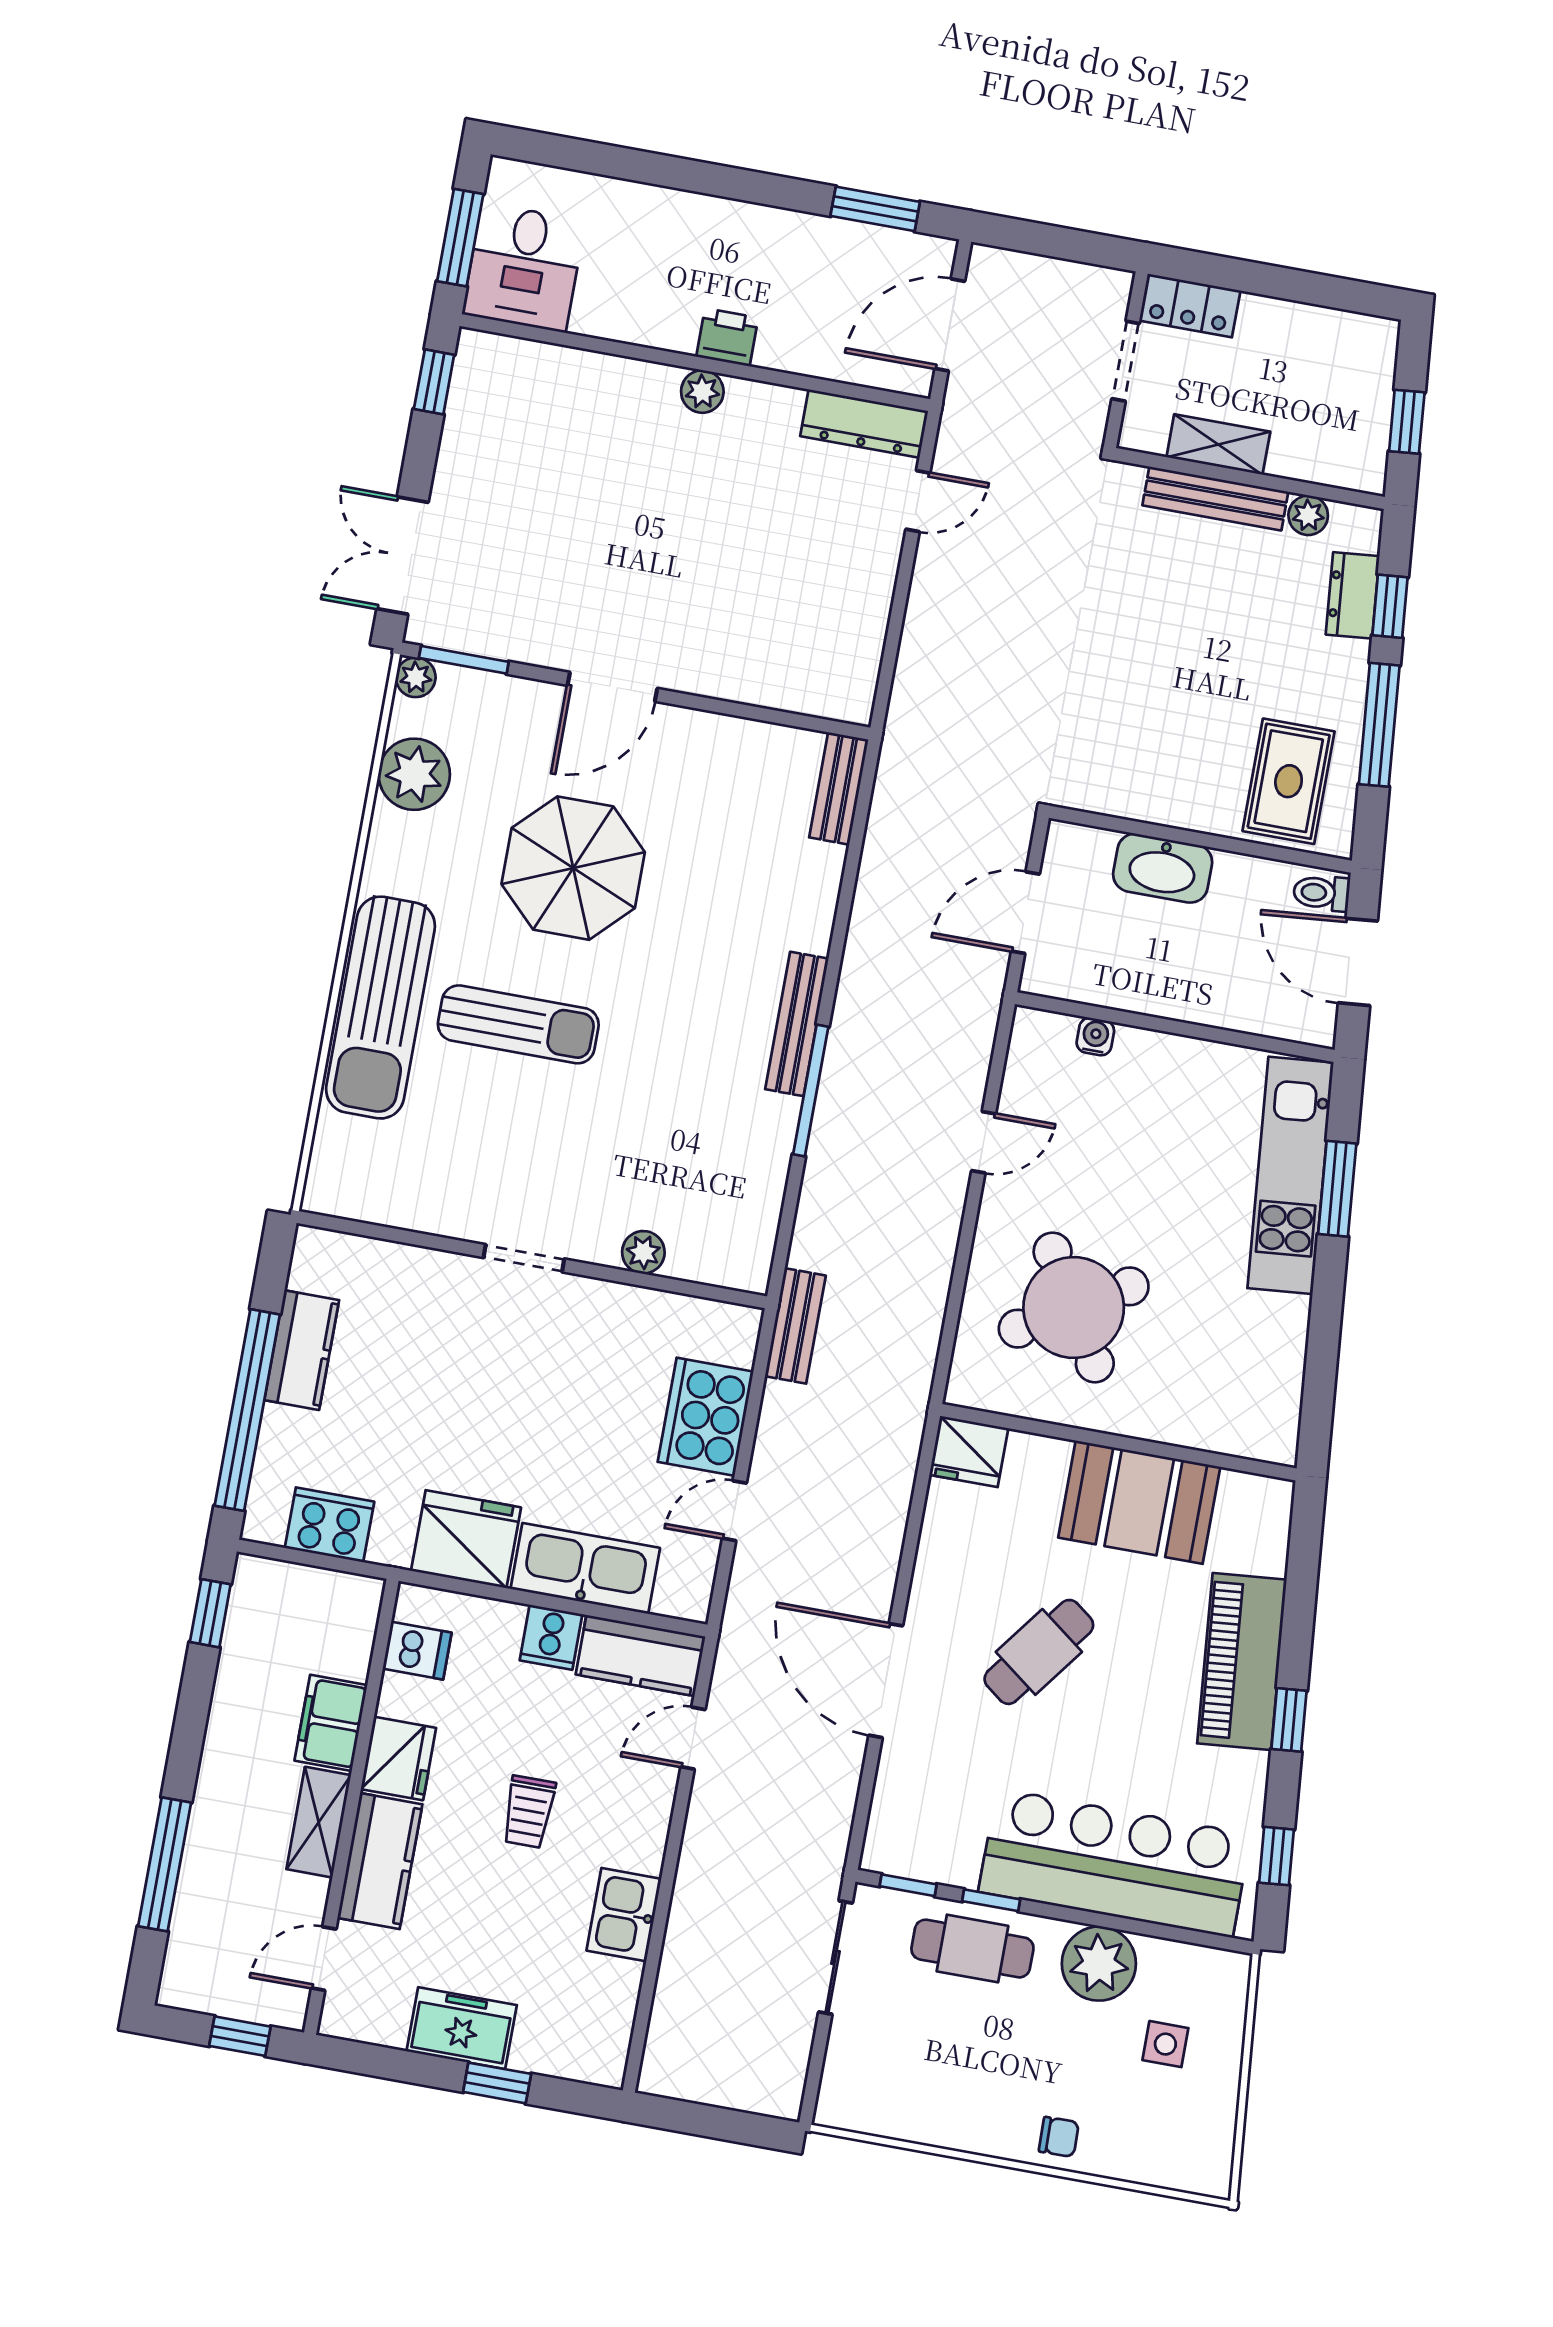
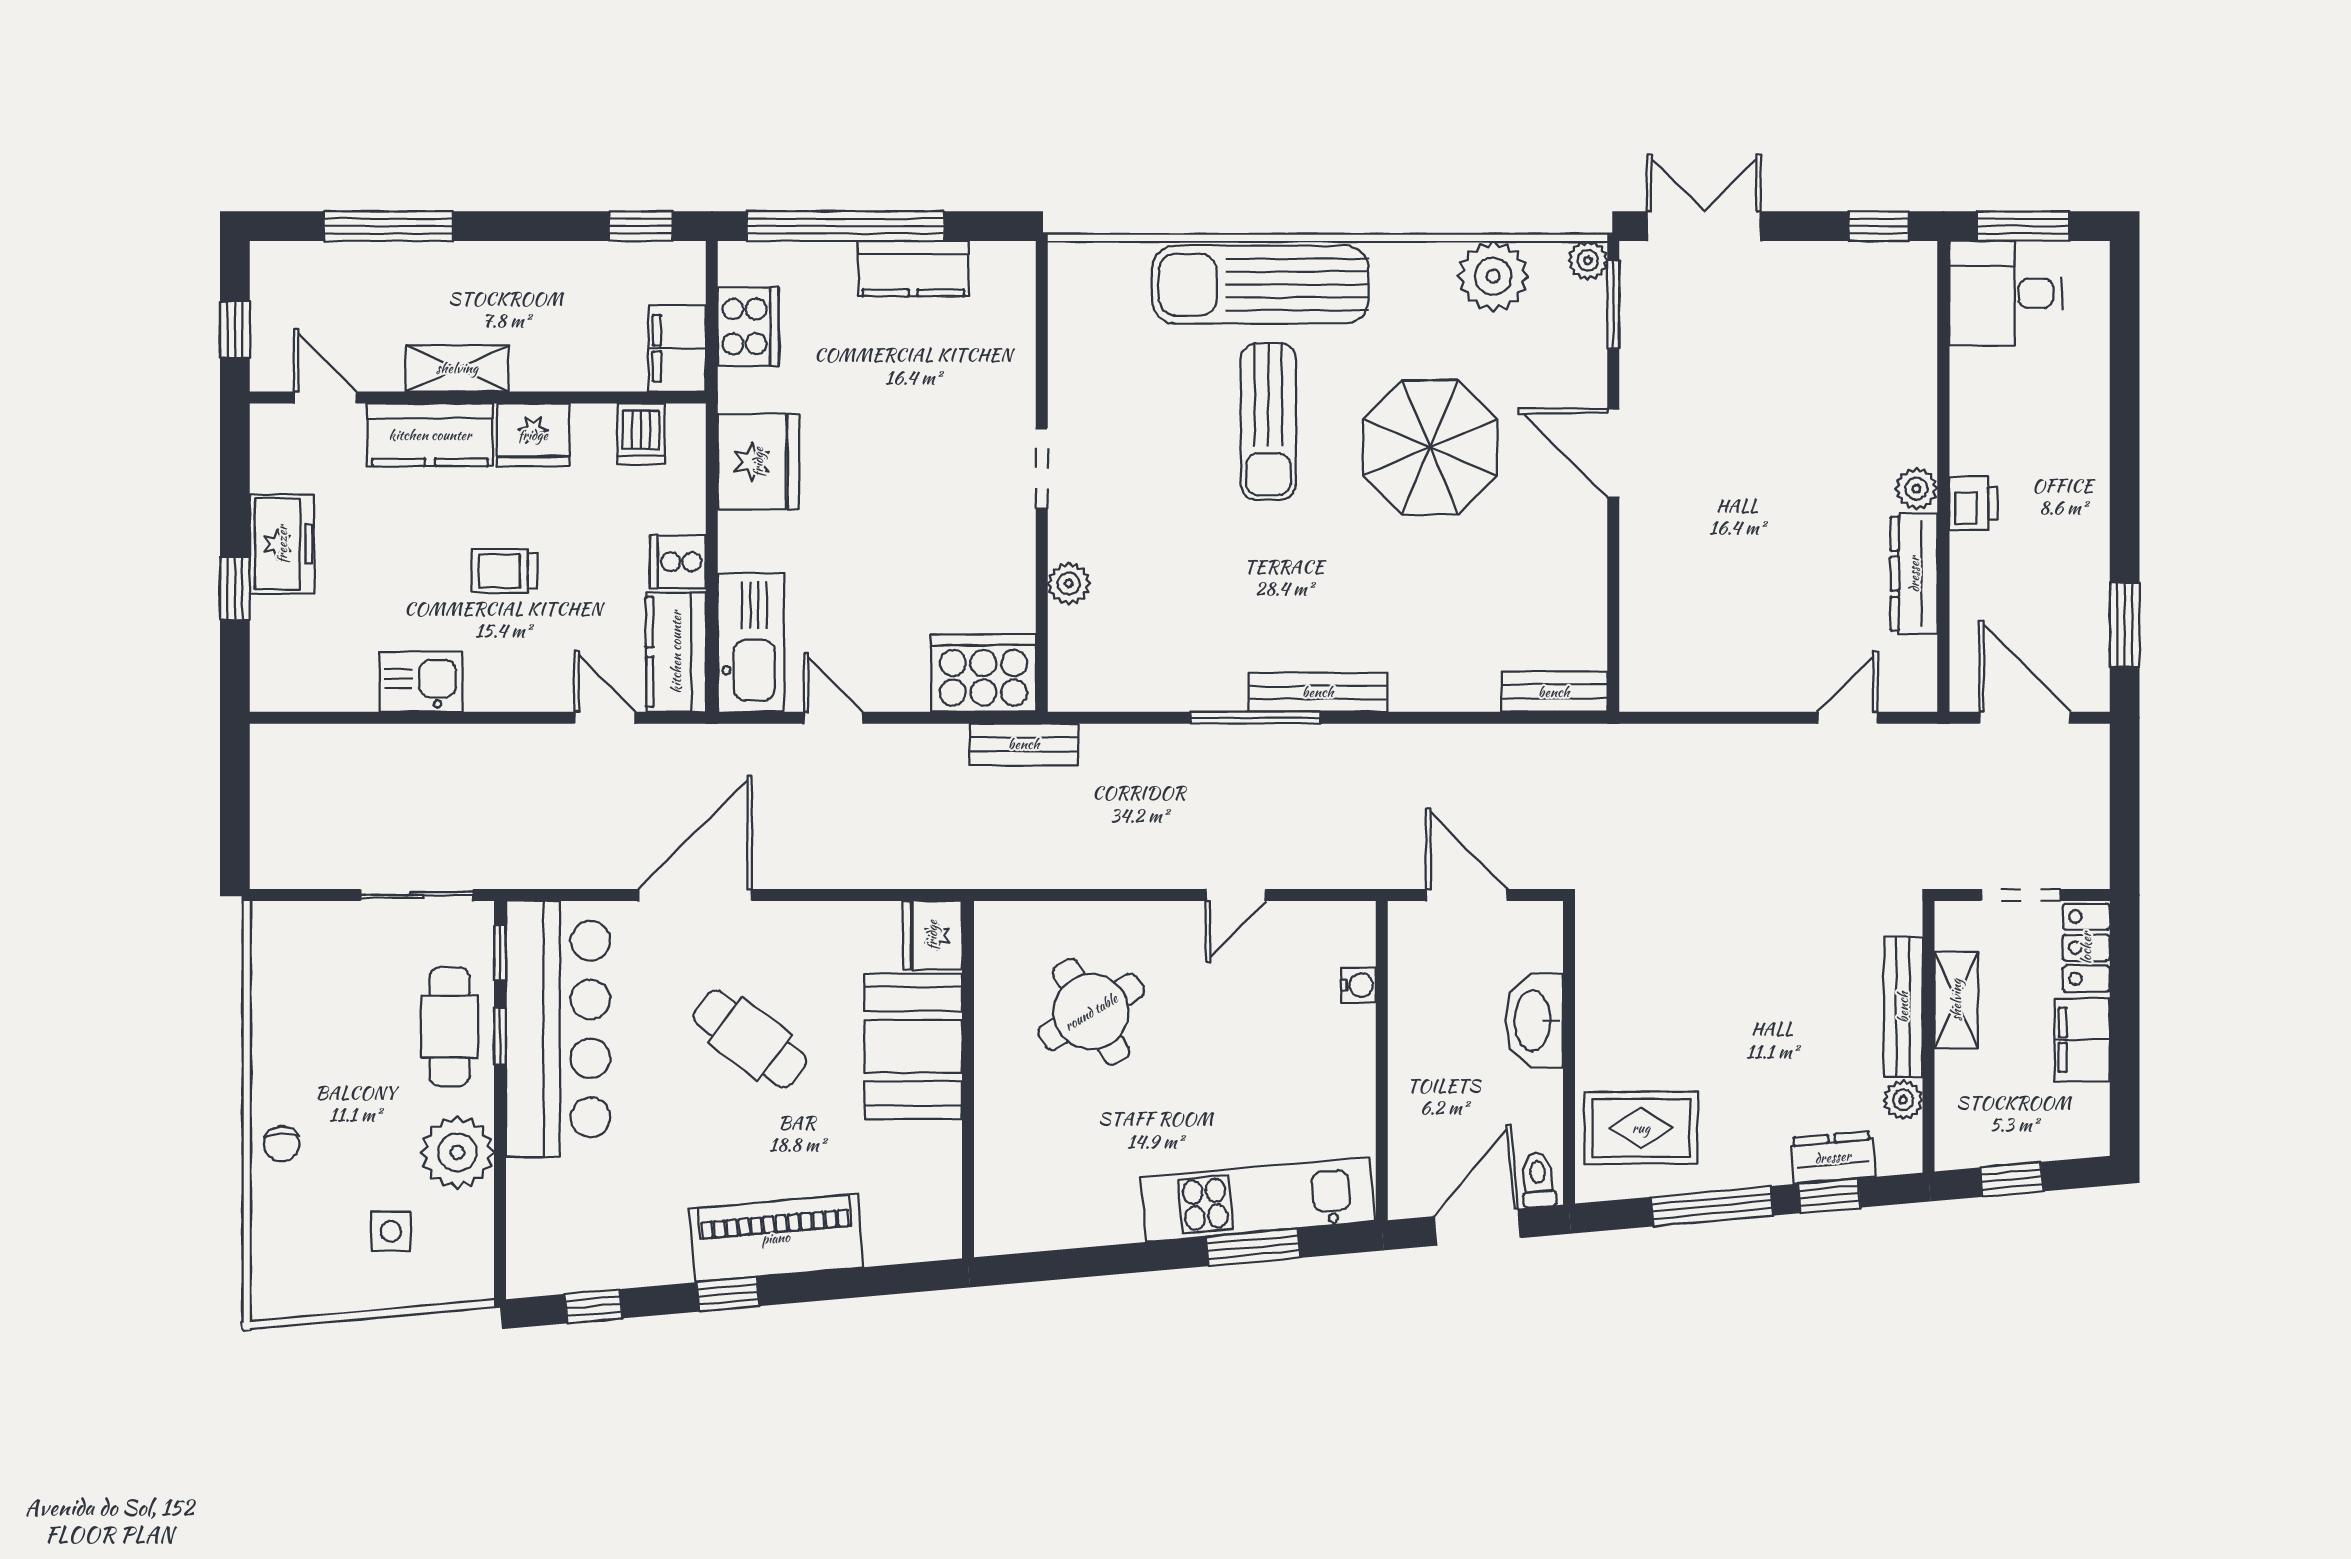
filing cabinet: (1281, 326) -> (2082, 1040), added
dresser: (864, 423) -> (1914, 574), moved
door: (918, 501) -> (1848, 718), swing flipped
door: (984, 1142) -> (1236, 895), hinge flipped
round table: (1074, 1307) -> (1091, 1012), width x0.73, depth x0.73
cooker: (706, 1417) -> (983, 673), moved
booth: (1139, 1502) -> (913, 1046), moved
kitchen sink: (585, 1568) -> (751, 643), moved
filing cabinet: (331, 1723) -> (677, 348), moved, turned -90
bar counter: (1115, 1863) -> (558, 1029), moved

